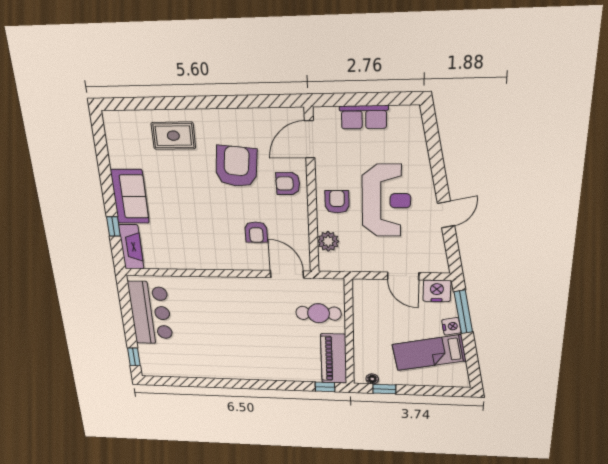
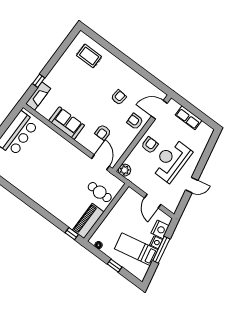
rug: (173, 136) -> (89, 56), moved
armchair: (236, 166) -> (119, 97), width x0.53, depth x0.53
sofa: (130, 196) -> (67, 123), moved, turned -90
reception desk: (386, 201) -> (171, 160), turned 180
plant: (328, 241) -> (125, 170), moved
nightstand: (437, 291) -> (160, 229), moved, turned 79
window: (463, 312) -> (161, 250), moved
window: (384, 389) -> (115, 266), moved

